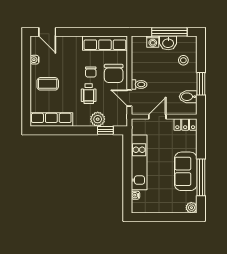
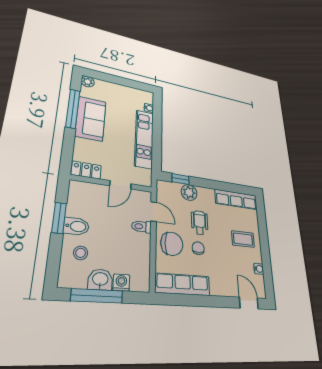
chair: (114, 73) -> (172, 244), turned 90
bidet: (188, 97) -> (76, 226), moved

